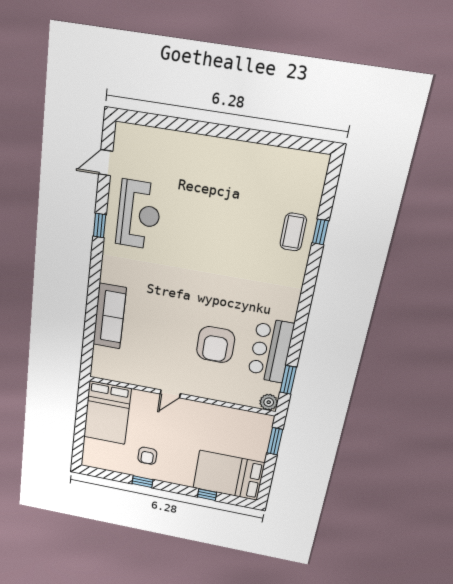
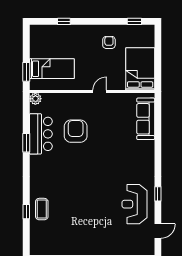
sofa: (110, 316) -> (146, 119), moved
window: (288, 380) -> (26, 143), moved
bed: (229, 475) -> (52, 69), moved, width x0.67
window: (143, 482) -> (134, 21), moved

